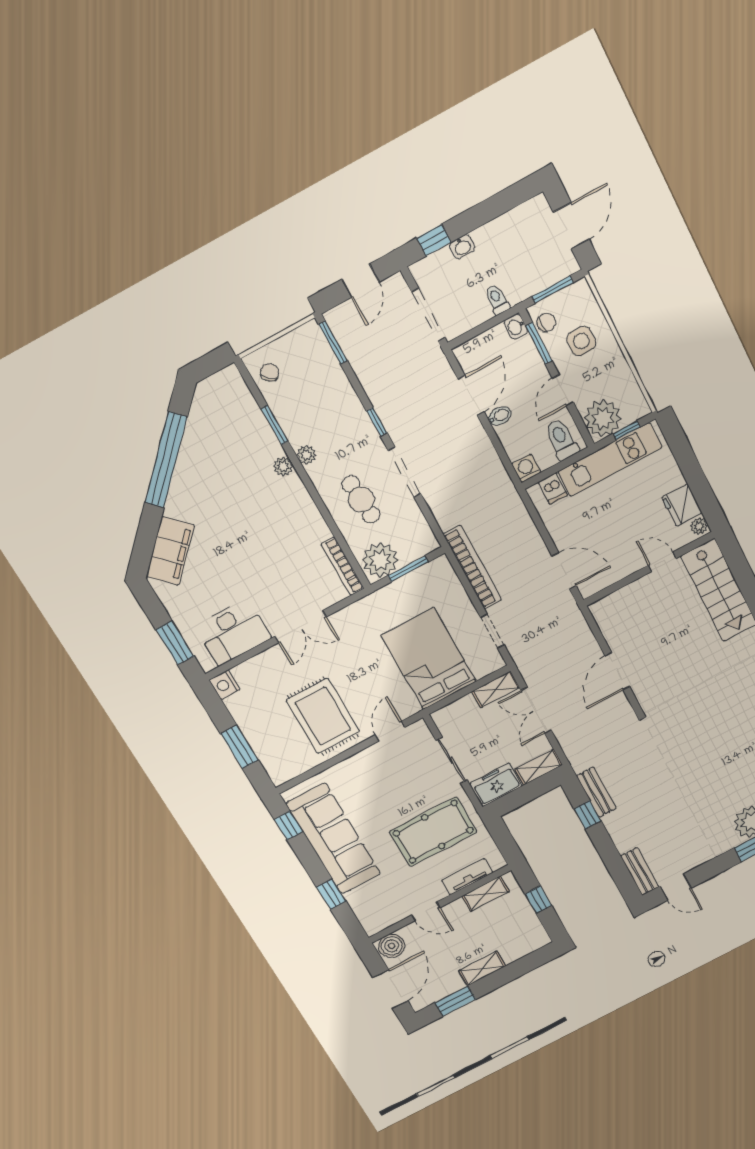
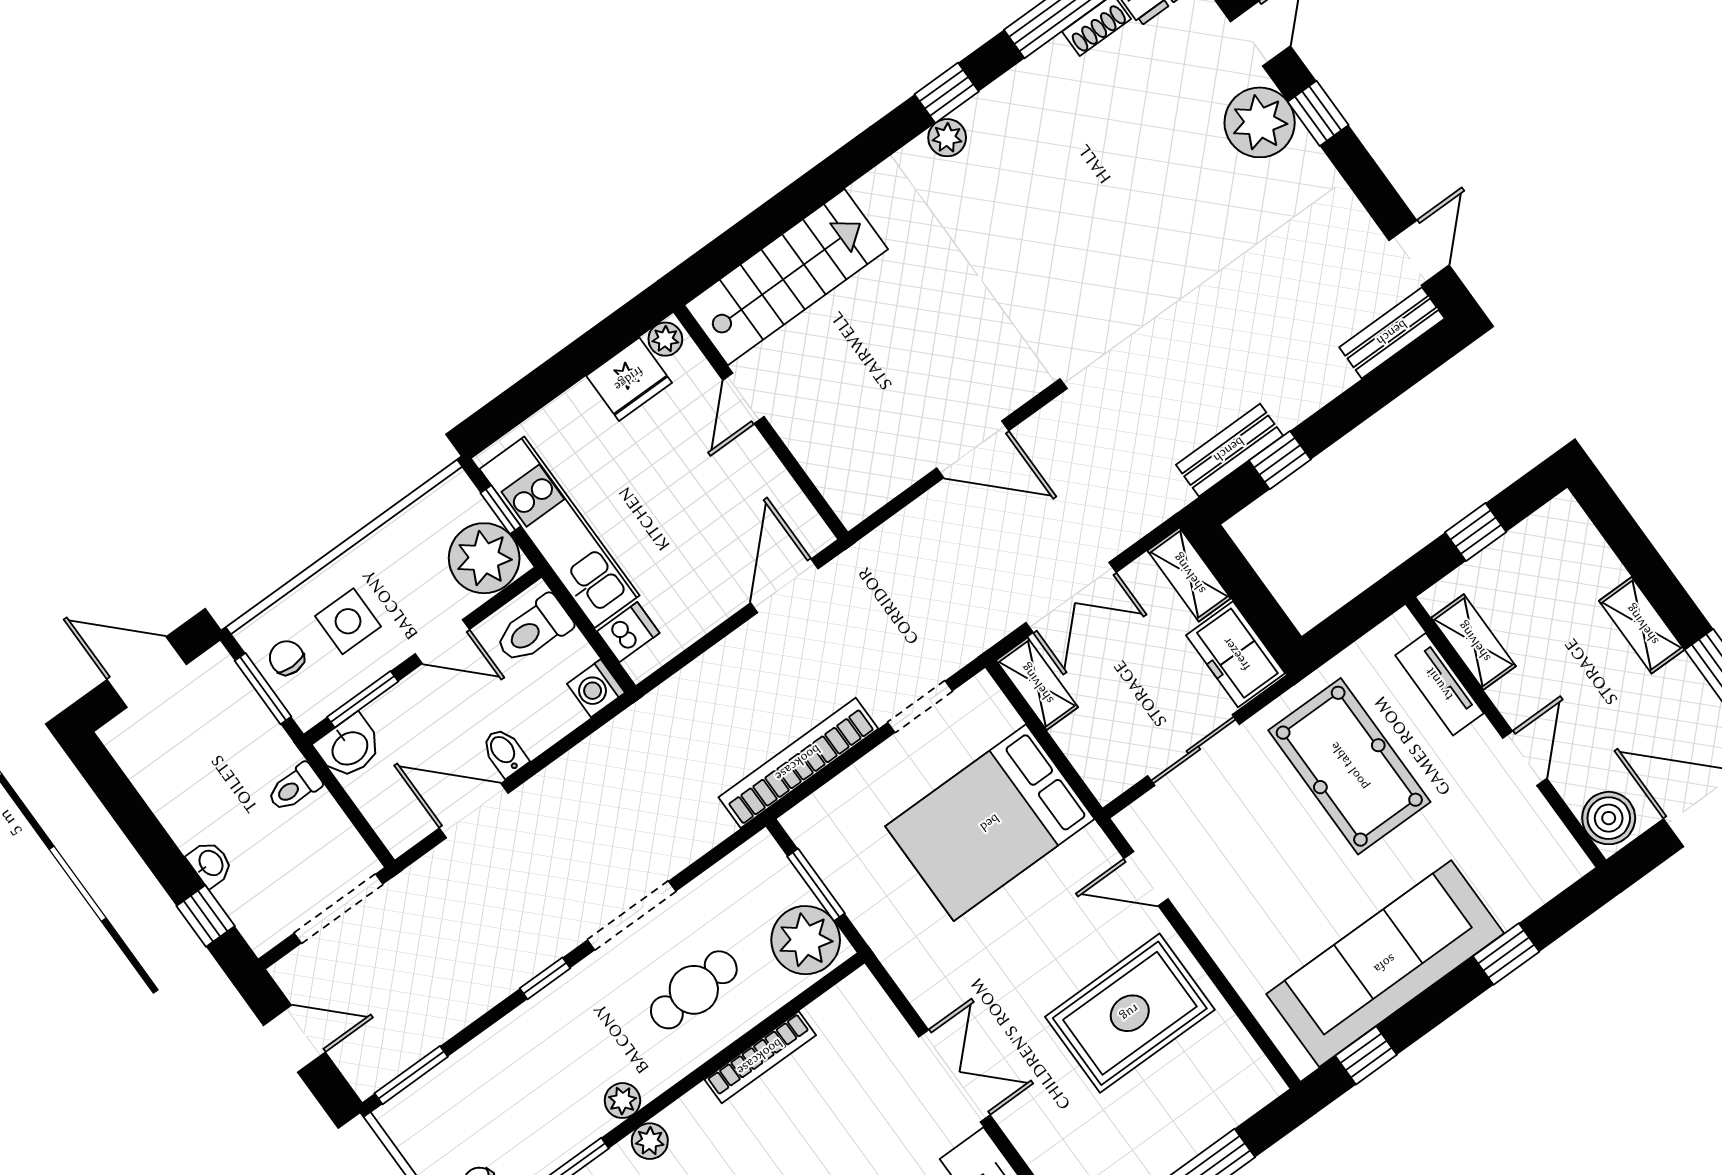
chair: (546, 322) -> (287, 658), moved
washbasin: (516, 327) -> (349, 747), width x1.38, depth x1.45
bookcase: (343, 566) -> (760, 1057), moved

